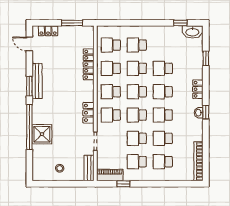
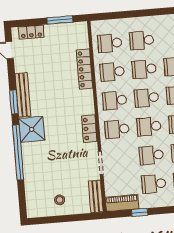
shower: (42, 134) -> (32, 129), moved

